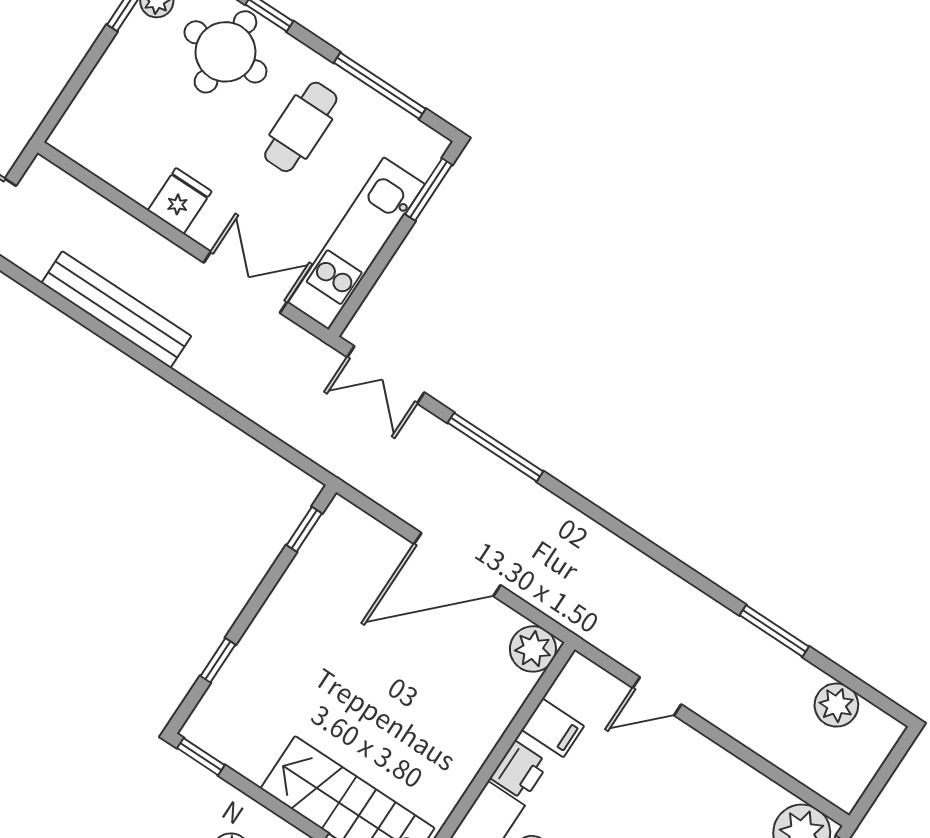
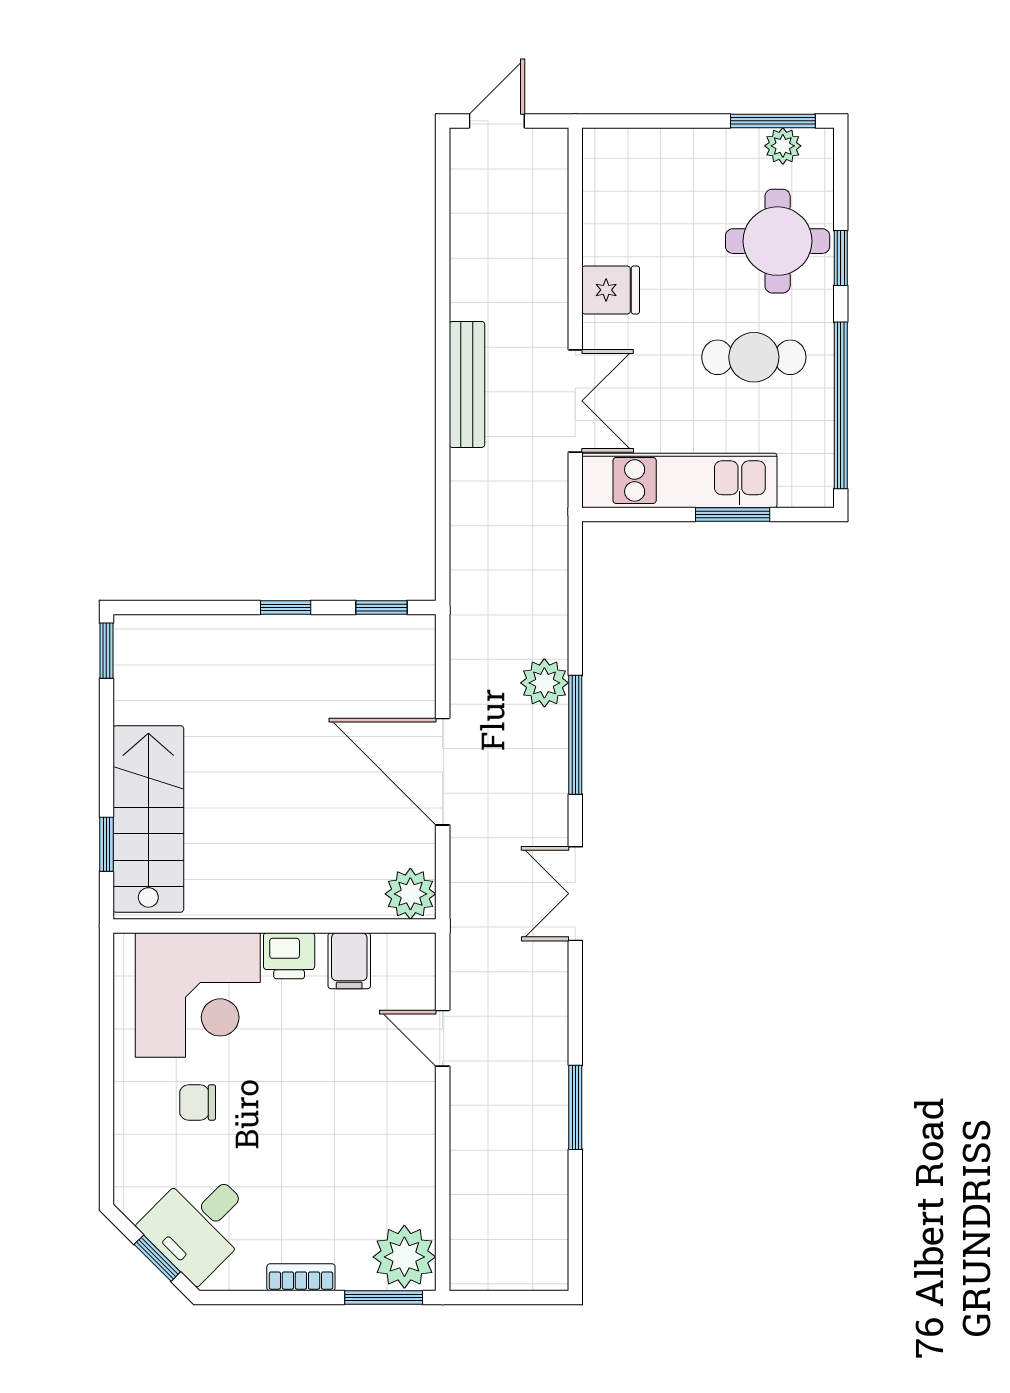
window: (380, 86) -> (841, 405), width x1.46
window: (429, 189) -> (733, 515), moved
bench: (116, 310) -> (467, 384), moved, width x0.73, depth x0.82
double door: (386, 375) -> (575, 894), moved
window: (218, 660) -> (286, 607), moved
plant: (836, 705) -> (544, 683), moved

